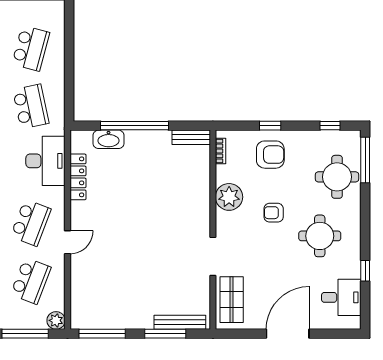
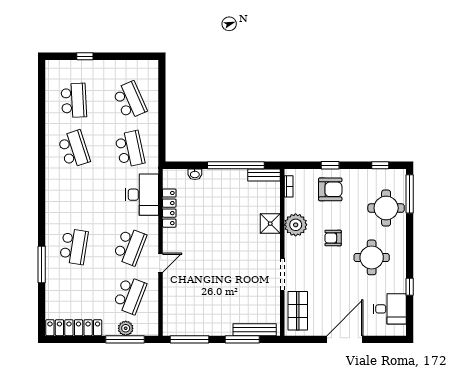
school desk: (31, 48) -> (130, 100), turned -39
window: (135, 126) -> (236, 165), moved
washbasin: (109, 139) -> (195, 174), width x0.52, depth x0.69
shower: (199, 195) -> (270, 224), added
plant: (56, 320) -> (126, 328), moved

